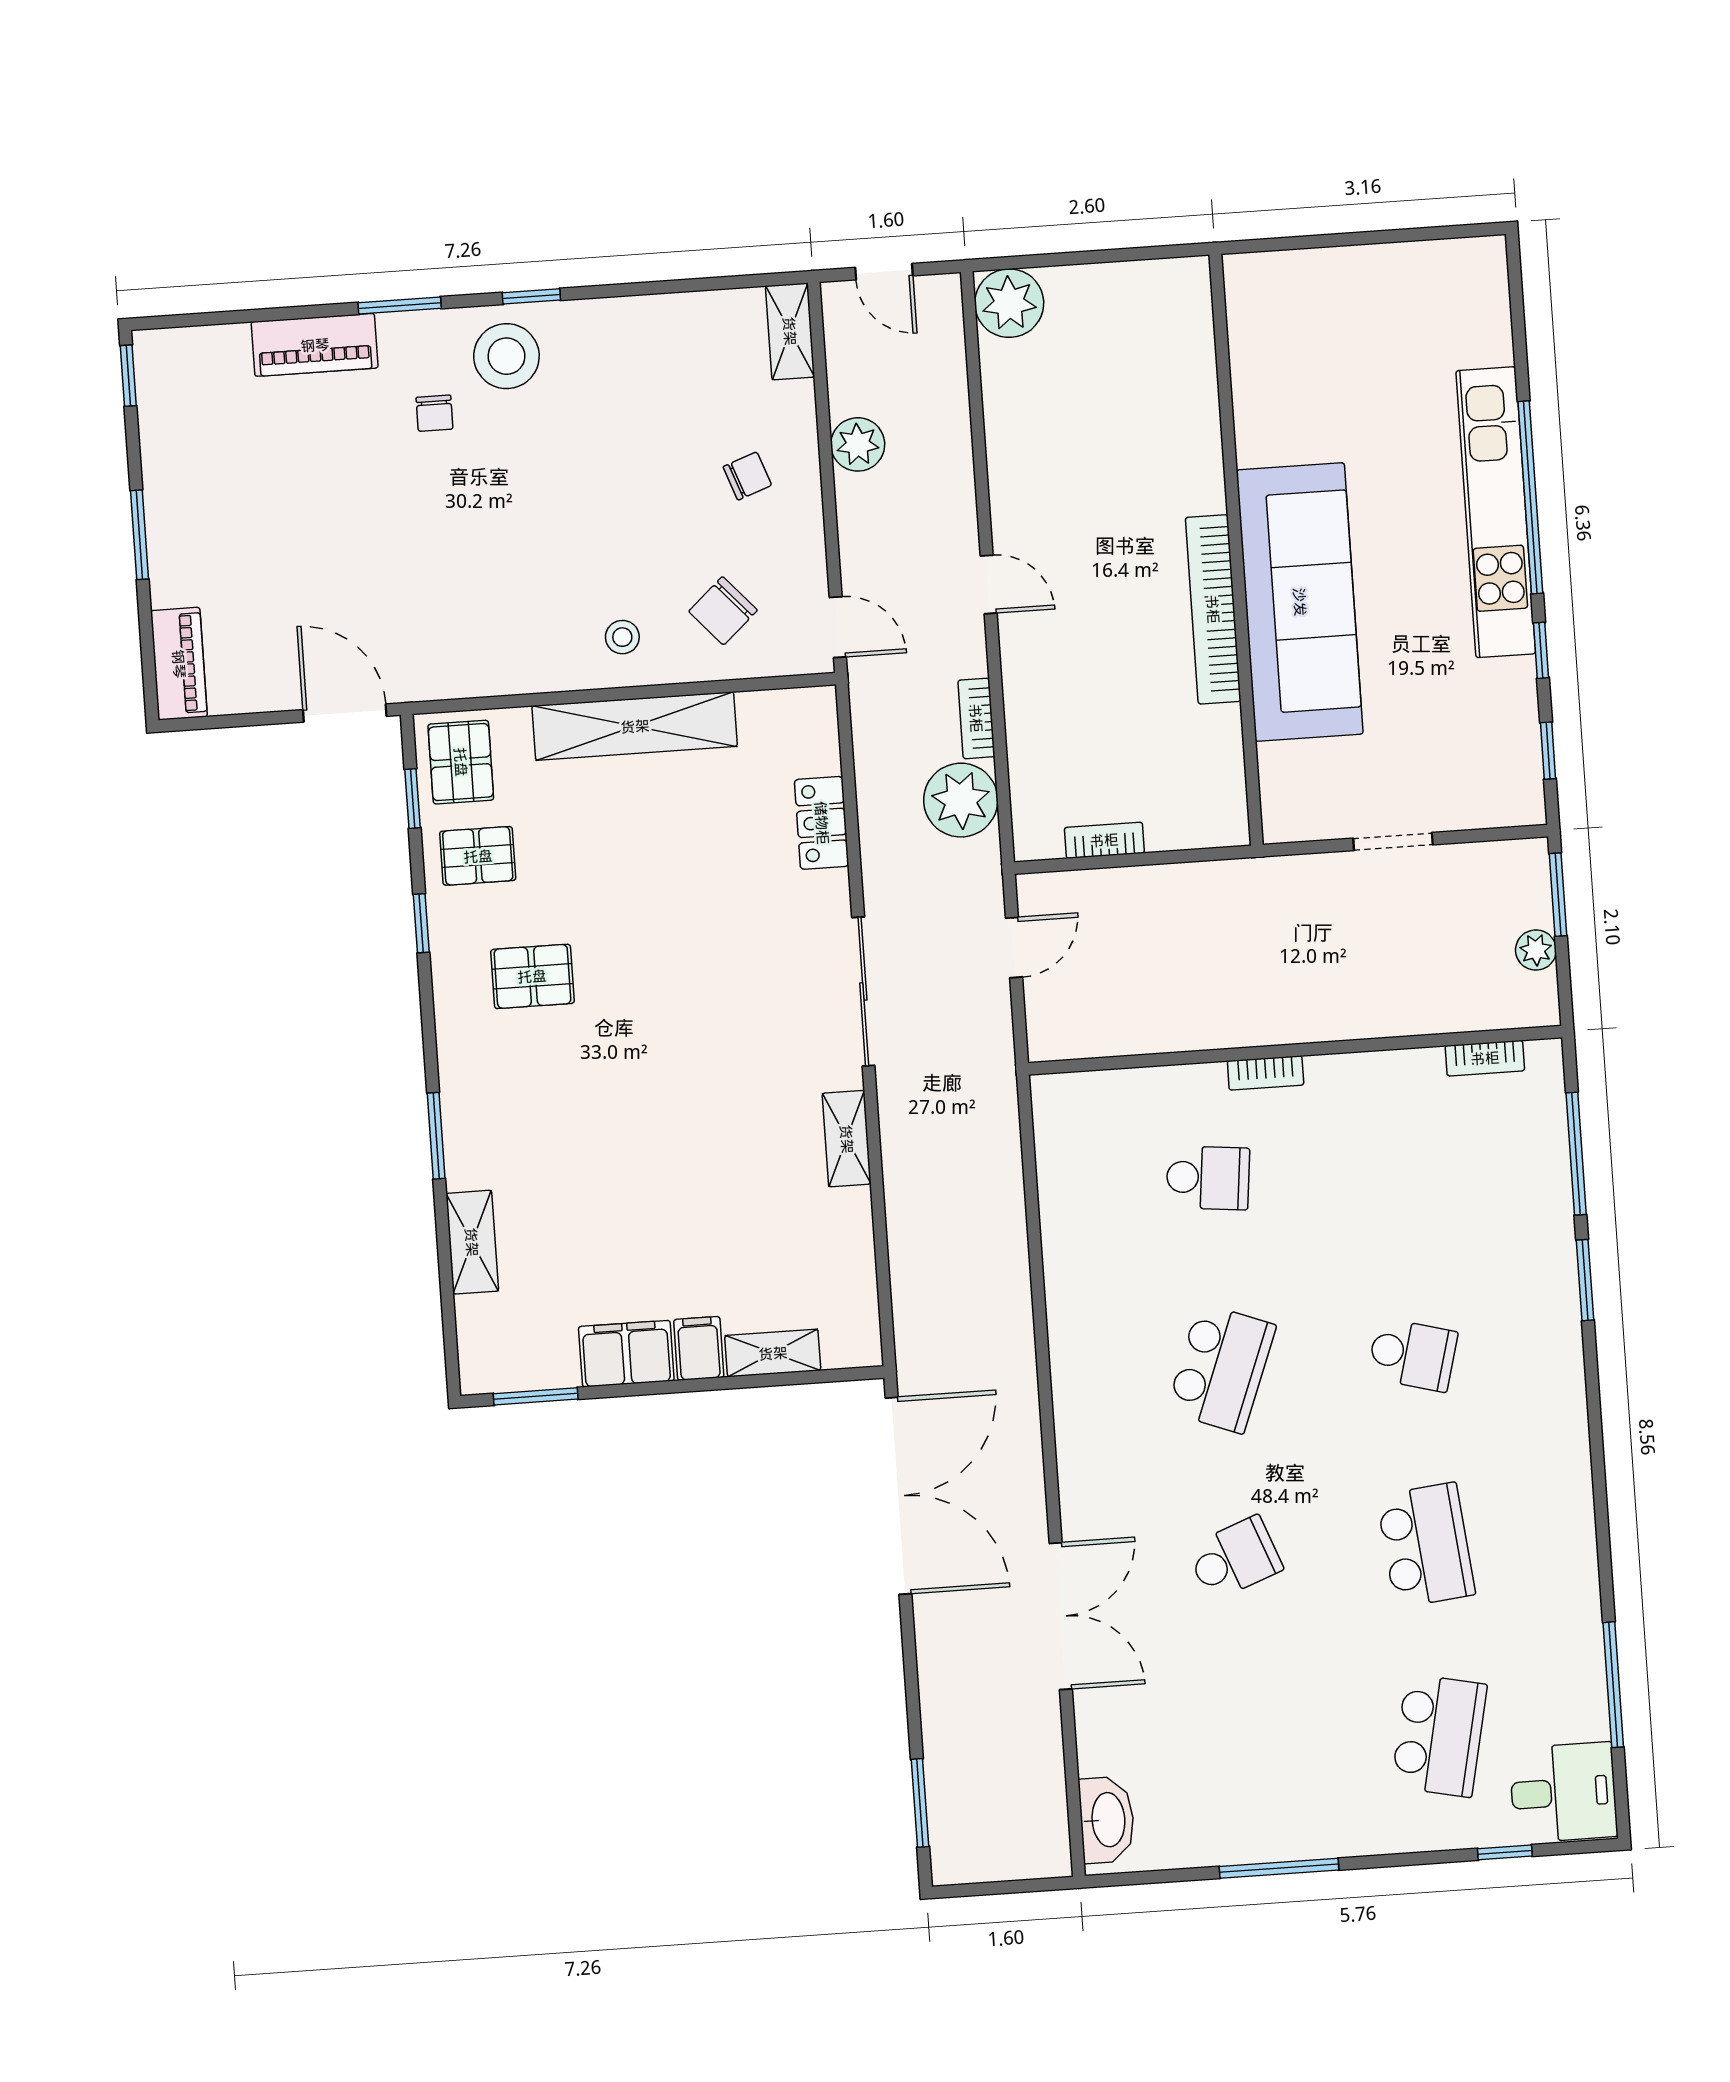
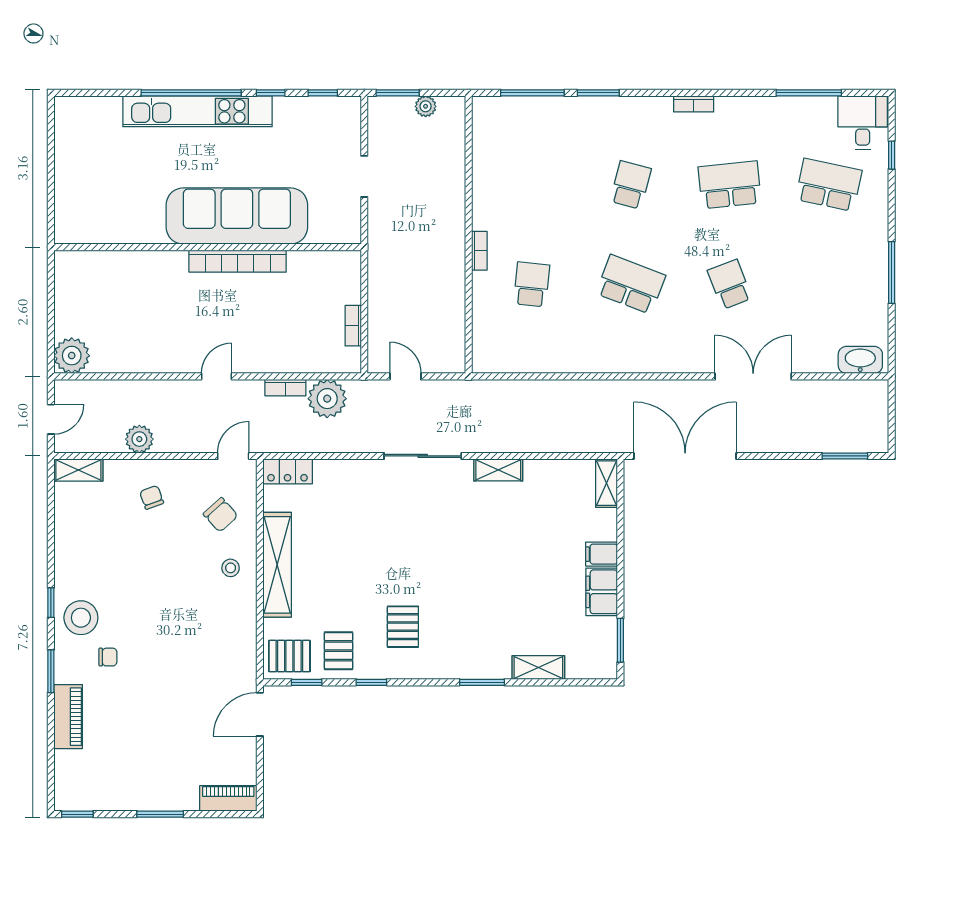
locker: (822, 823) -> (288, 471), moved
bookcase: (1485, 1058) -> (694, 104), moved, turned 90
shelving: (773, 1353) -> (607, 483), moved

